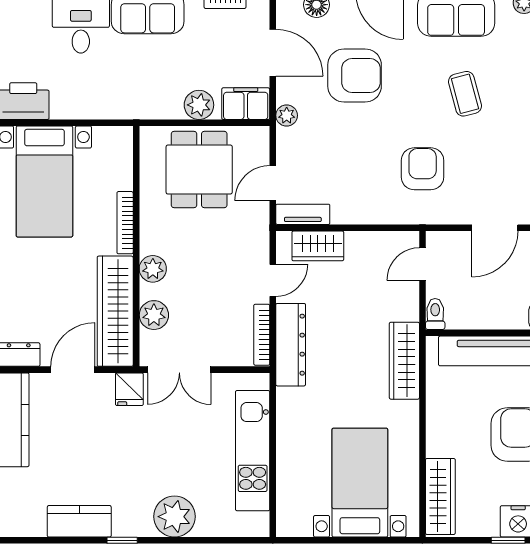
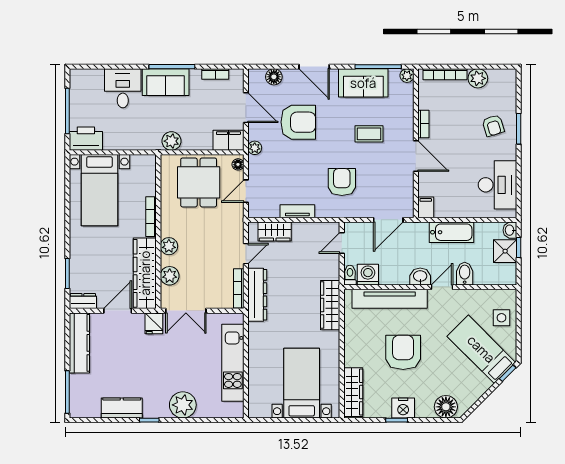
coffee table: (465, 94) -> (369, 134), turned -75
plant: (199, 105) -> (171, 141), moved
floor lamp: (261, 141) -> (238, 164), added
tv unit: (303, 214) -> (297, 211), moved
washing machine: (463, 313) -> (368, 275), added

